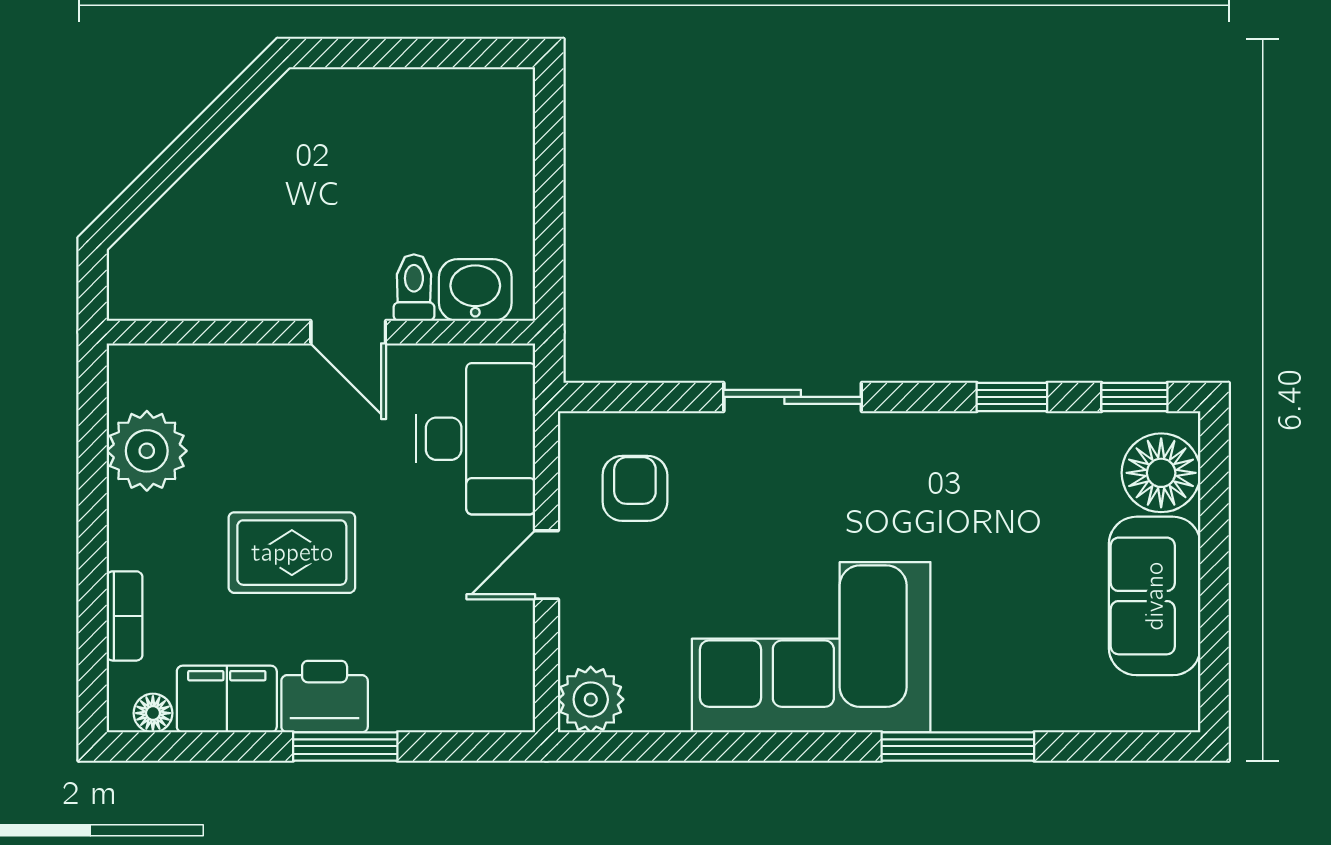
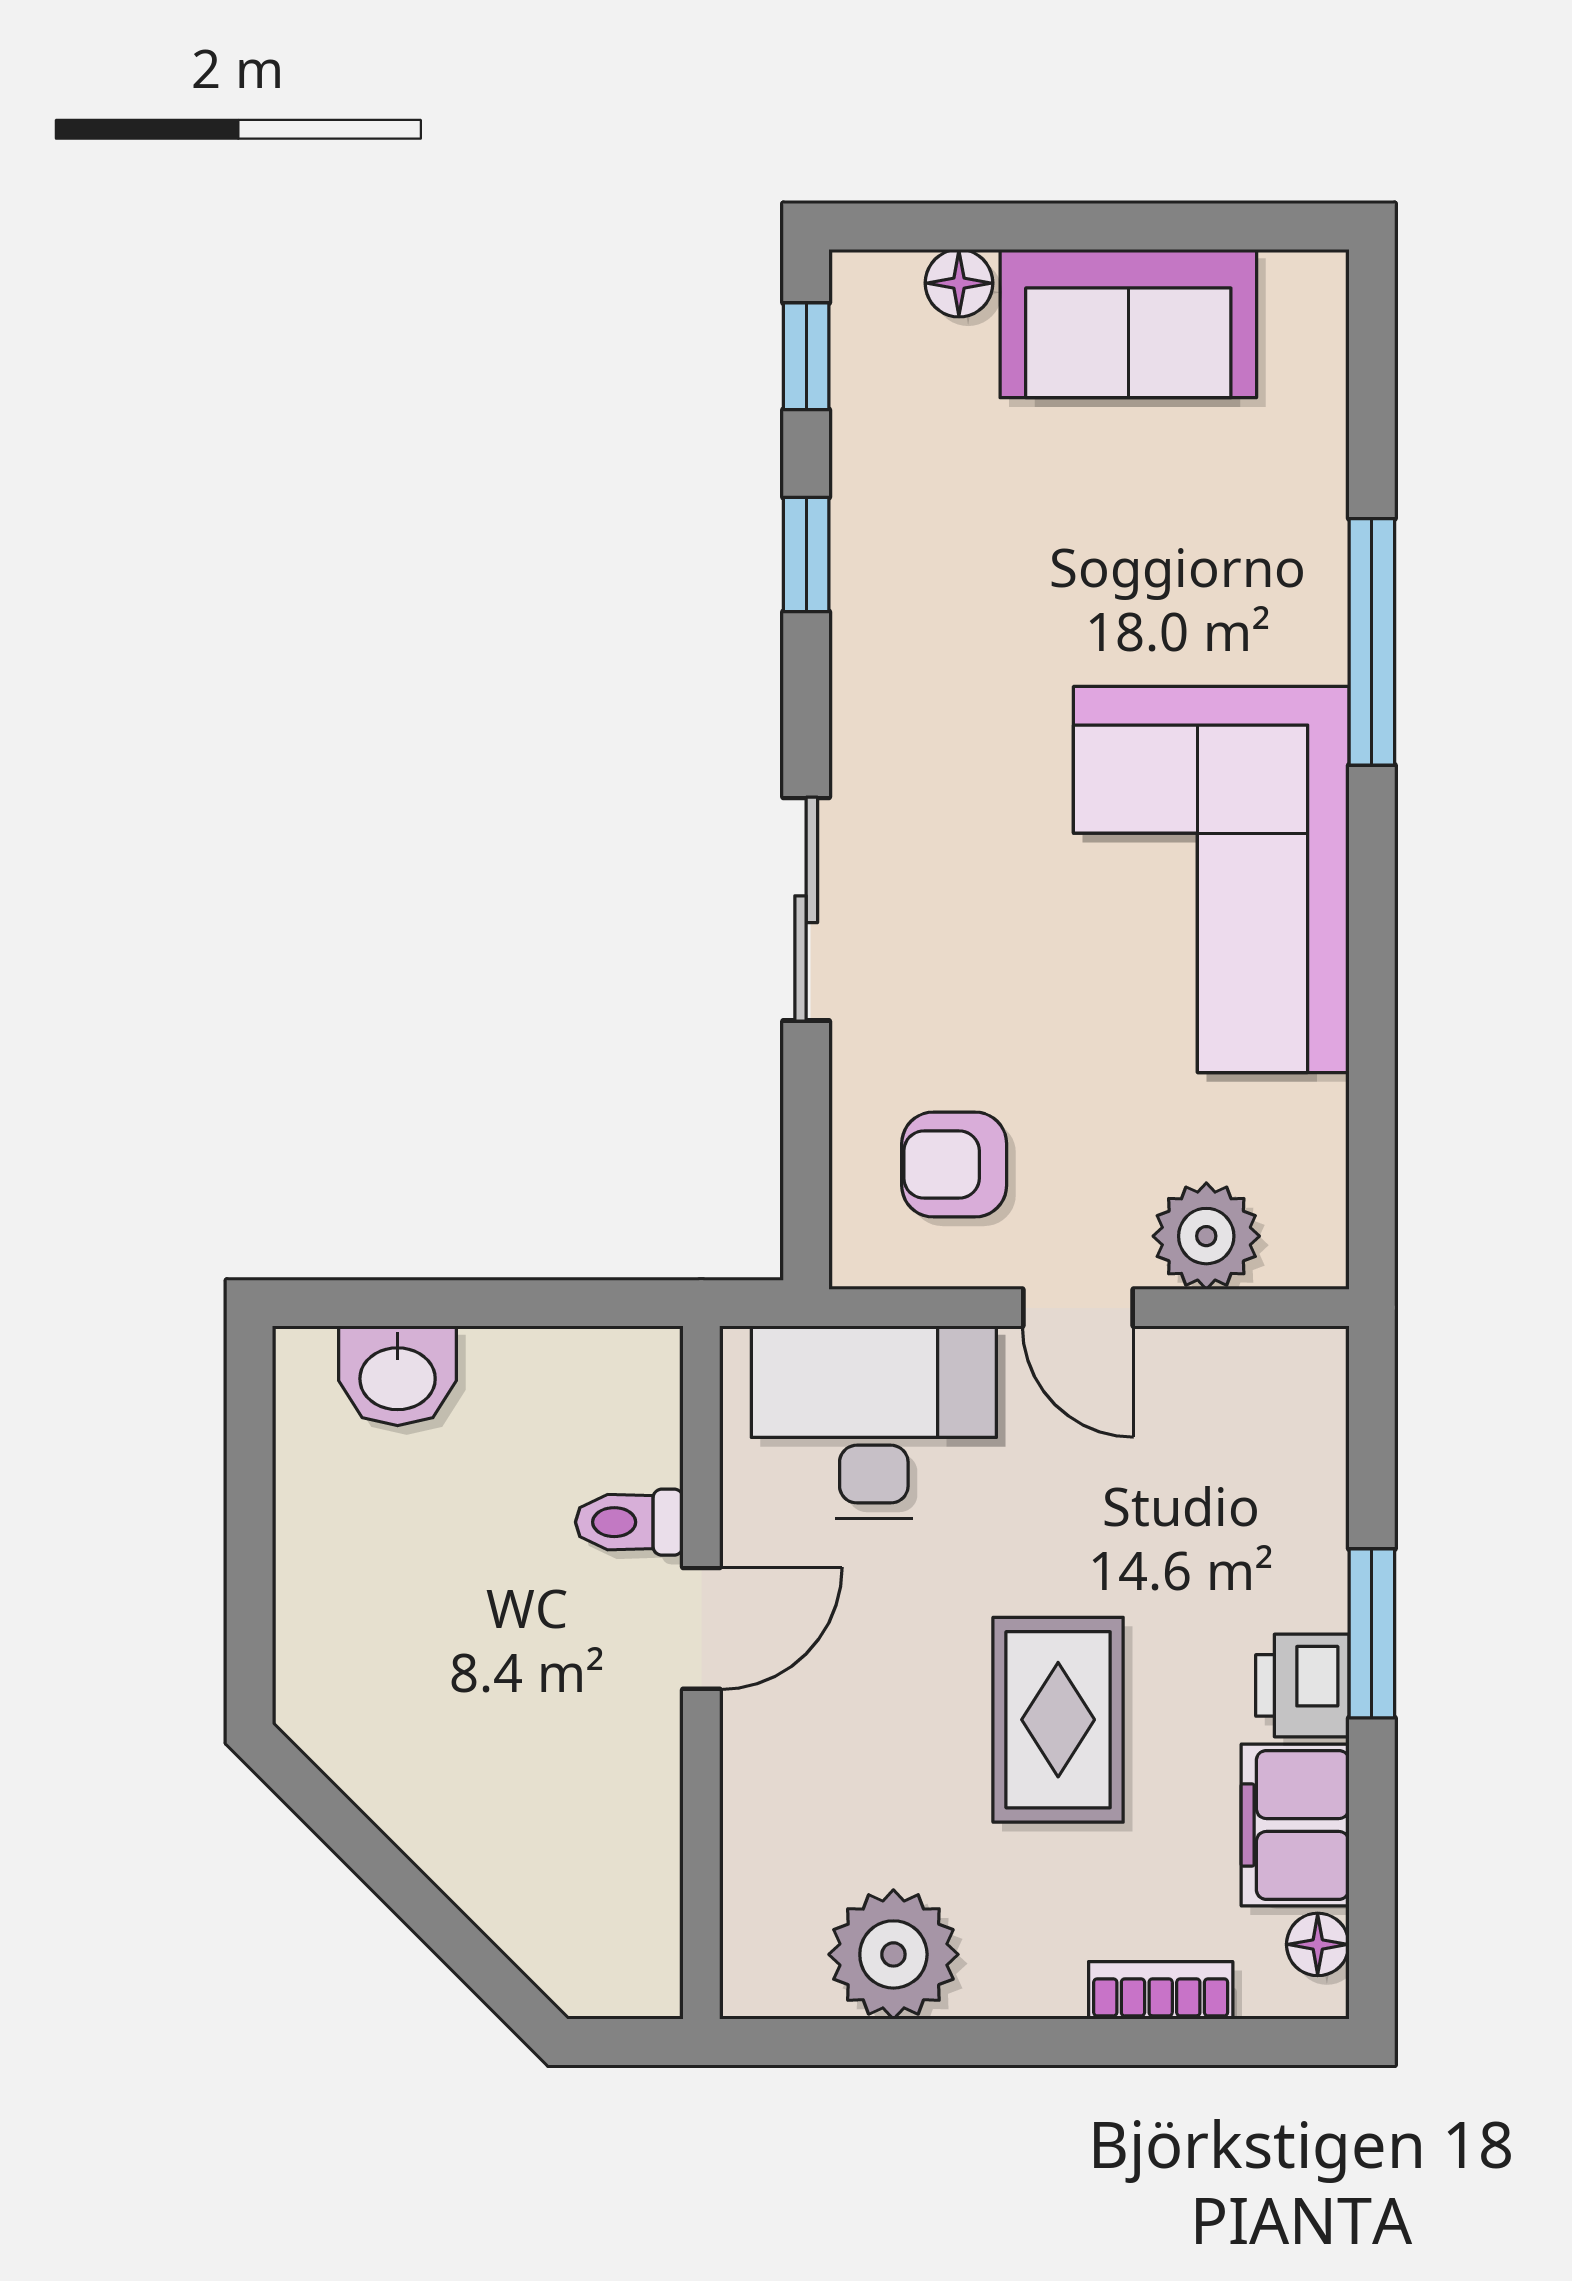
washbasin: (475, 290) -> (398, 1376), moved, turned -90
floor lamp: (1161, 473) -> (959, 283), width x0.53, depth x0.53
printer: (325, 697) -> (1302, 1685), width x0.73, depth x0.81
plant: (591, 699) -> (1206, 1236), moved

